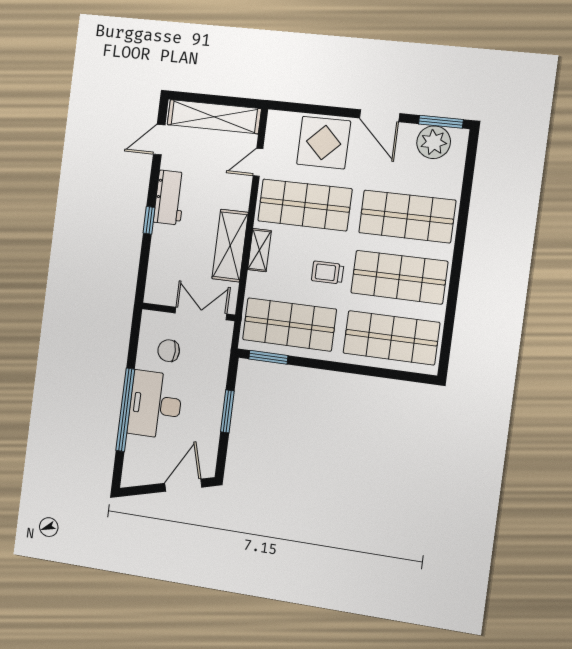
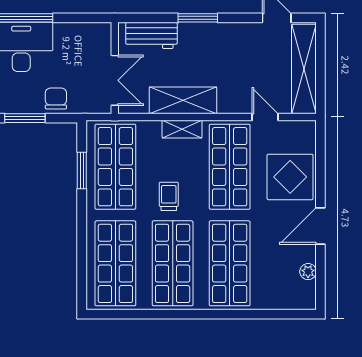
window: (441, 122) -> (320, 283), removed
plant: (434, 142) -> (308, 272), width x0.53, depth x0.53
workbench: (170, 198) -> (151, 35), moved
window: (149, 220) -> (198, 18), width x1.50
chair: (169, 351) -> (56, 99), moved
window: (268, 357) -> (82, 170), moved

